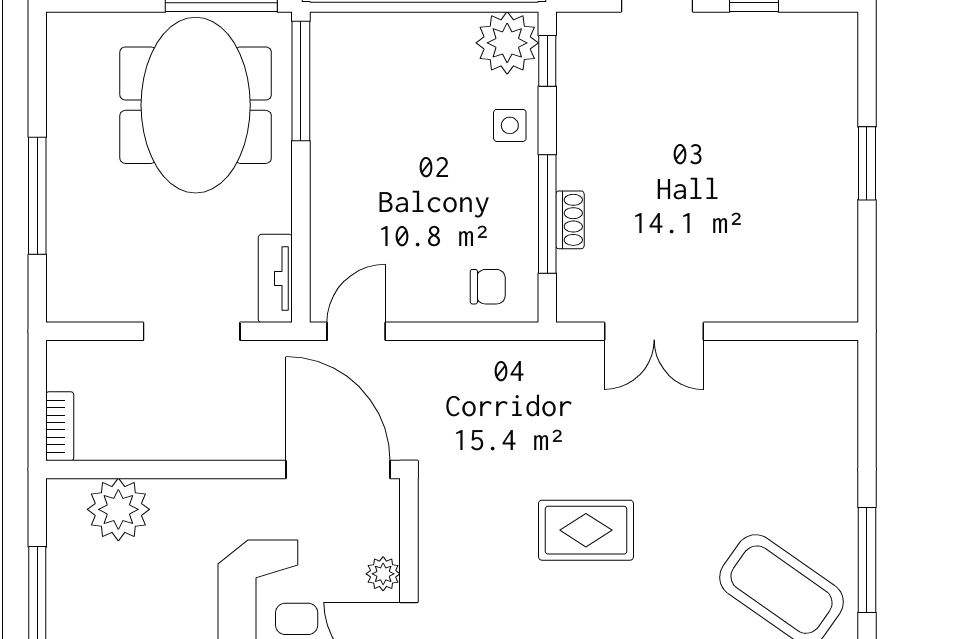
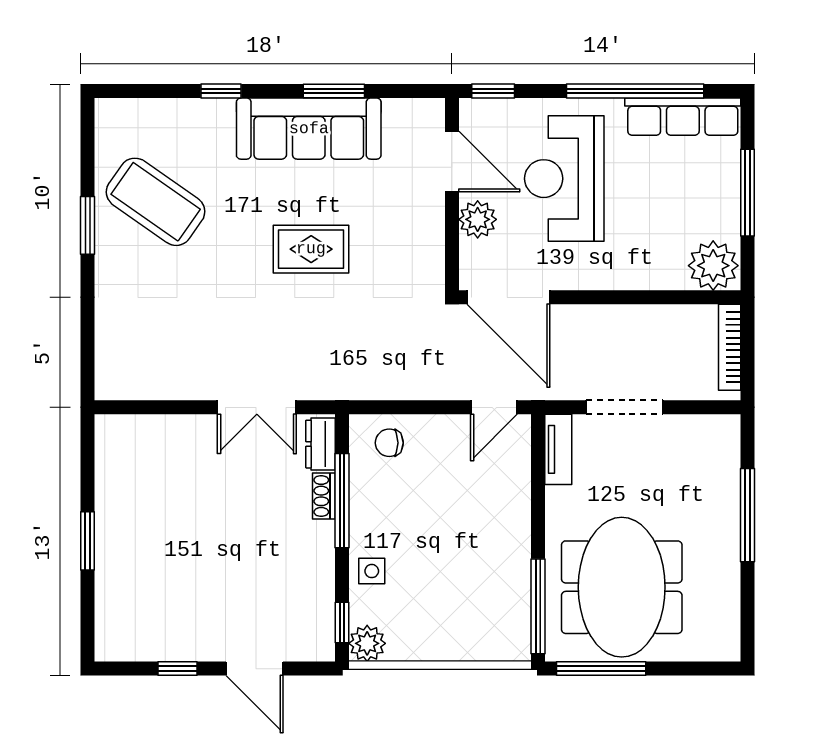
plant: (507, 43) -> (367, 643), width x0.73, depth x0.73
dresser: (574, 285) -> (320, 444), added
double door: (654, 331) -> (257, 407), swing flipped
bookcase: (60, 426) -> (730, 347), width x1.56
plant: (118, 509) -> (713, 266), moved
window: (867, 560) -> (88, 225), width x0.69
plant: (383, 574) -> (478, 219), width x1.38, depth x1.38

